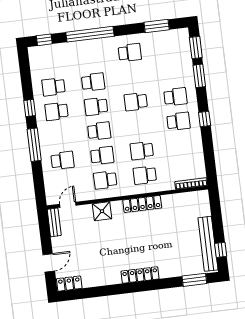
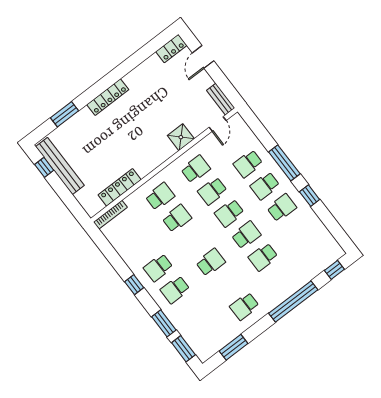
school desk: (53, 87) -> (265, 186), moved, turned 180
locker: (142, 204) -> (120, 187), moved
window: (194, 280) -> (64, 114), moved

